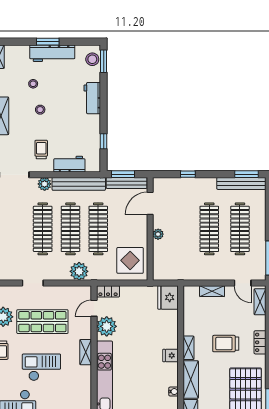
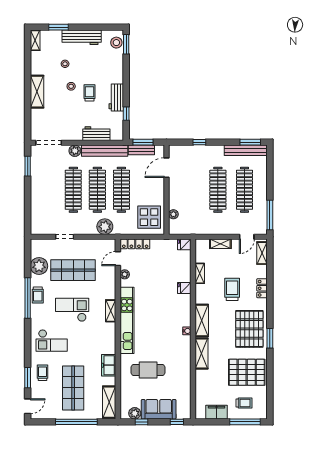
window: (48, 42) -> (59, 27), moved
workbench: (92, 98) -> (116, 97), moved
trolley: (41, 150) -> (90, 93), moved
bench: (127, 183) -> (141, 150), width x0.73
plant: (158, 234) -> (173, 214), moved
door: (243, 283) -> (247, 237), hinge flipped
locker: (108, 291) -> (135, 244), width x1.53
fridge: (168, 297) -> (184, 244), width x0.53, depth x0.75
plant: (107, 326) -> (125, 274), width x0.53, depth x0.53
trolley: (226, 344) -> (232, 289), turned 90
shelving: (189, 348) -> (200, 273), moved
shelving: (86, 352) -> (111, 311), moved
fridge: (171, 355) -> (184, 288), moved

